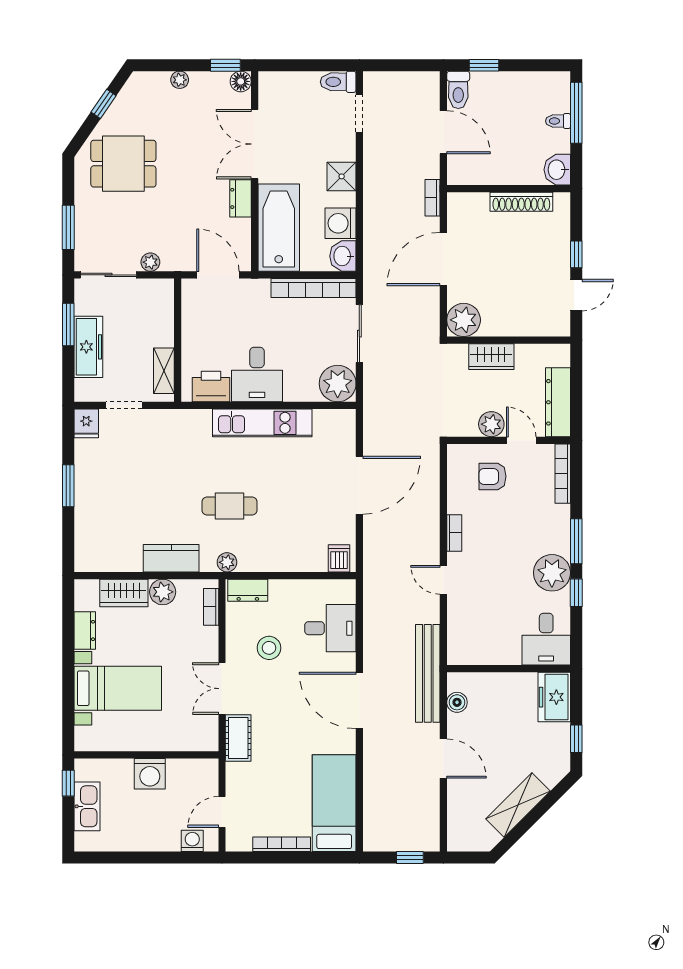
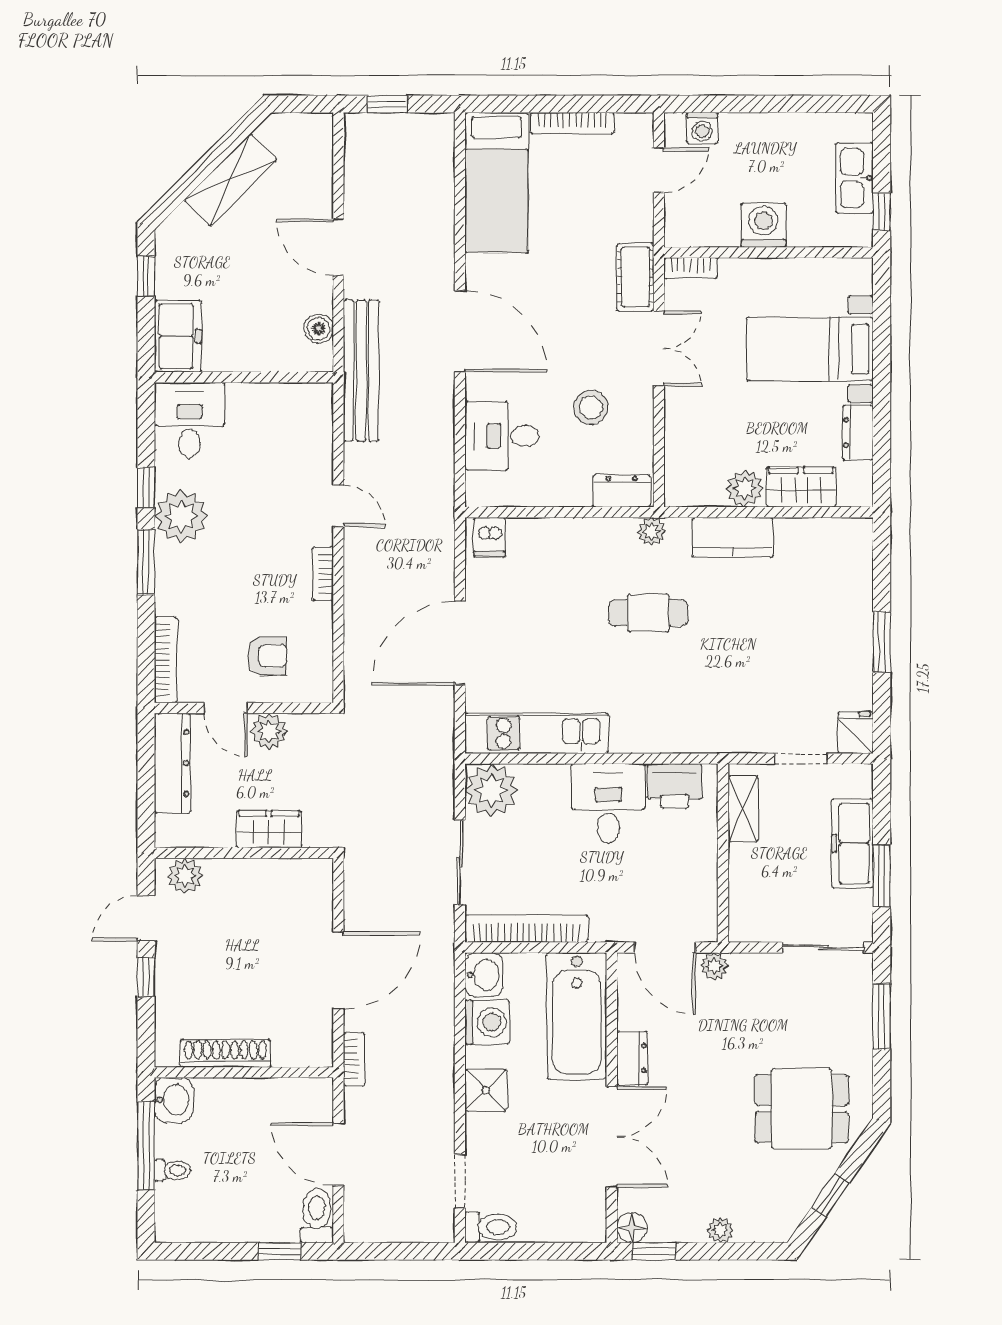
window: (576, 113) -> (146, 1146), moved
plant: (150, 262) -> (714, 966), moved
plant: (464, 320) -> (185, 876), moved, width x0.73, depth x0.73
kitchen unit: (262, 423) -> (537, 733), moved
bookcase: (211, 607) -> (691, 268), moved, turned 90

